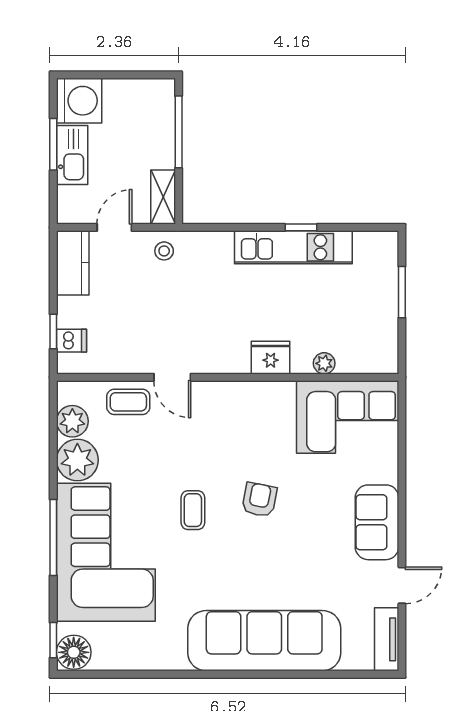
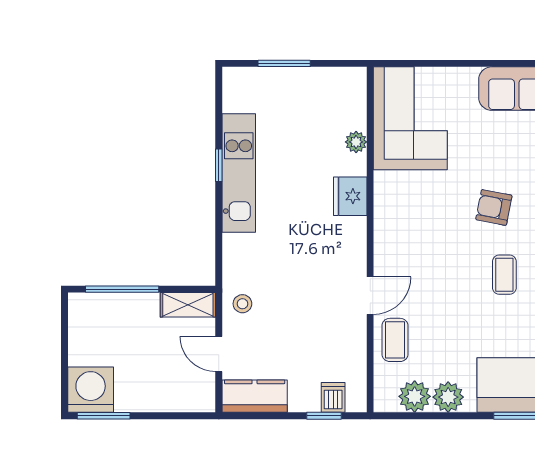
window: (53, 144) -> (104, 416), moved
kitchen sink: (72, 155) -> (145, 397), removed
plant: (77, 460) -> (448, 397), width x0.73, depth x0.73
coffee table: (193, 510) -> (504, 275), turned 90

